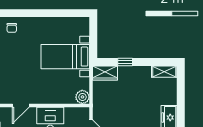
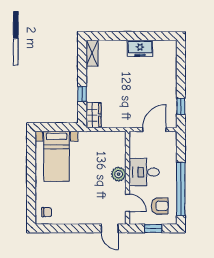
bed with nightstands: (65, 57) -> (56, 156), moved
plant: (82, 97) -> (119, 174), moved

